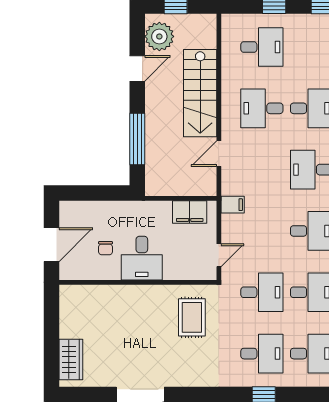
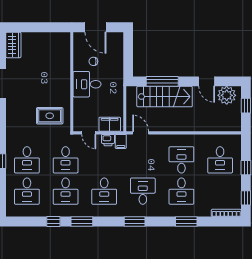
stairs: (200, 93) -> (165, 97), moved, turned 180
door: (219, 154) -> (141, 133), moved
filing cabinet: (190, 212) -> (110, 124), moved, turned 90
printer: (230, 225) -> (108, 140), added
wardrobe: (71, 359) -> (13, 45), moved, turned -90

